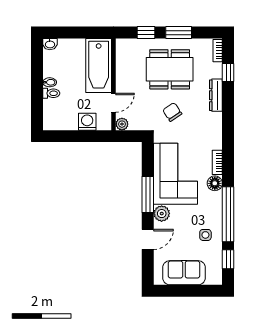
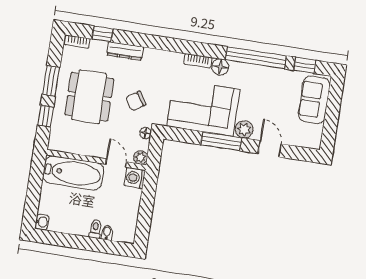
bidet: (50, 82) -> (107, 232), moved
washing machine: (87, 122) -> (135, 178), moved
floor lamp: (145, 125) -> (145, 133), added
side table: (205, 235) -> (275, 86), removed
sofa: (184, 273) -> (314, 100), moved

